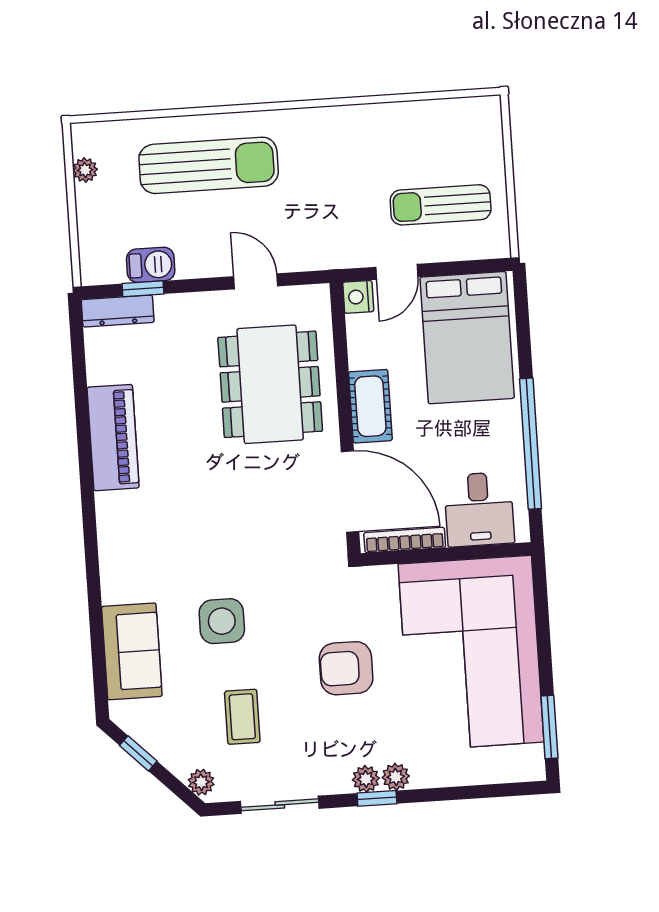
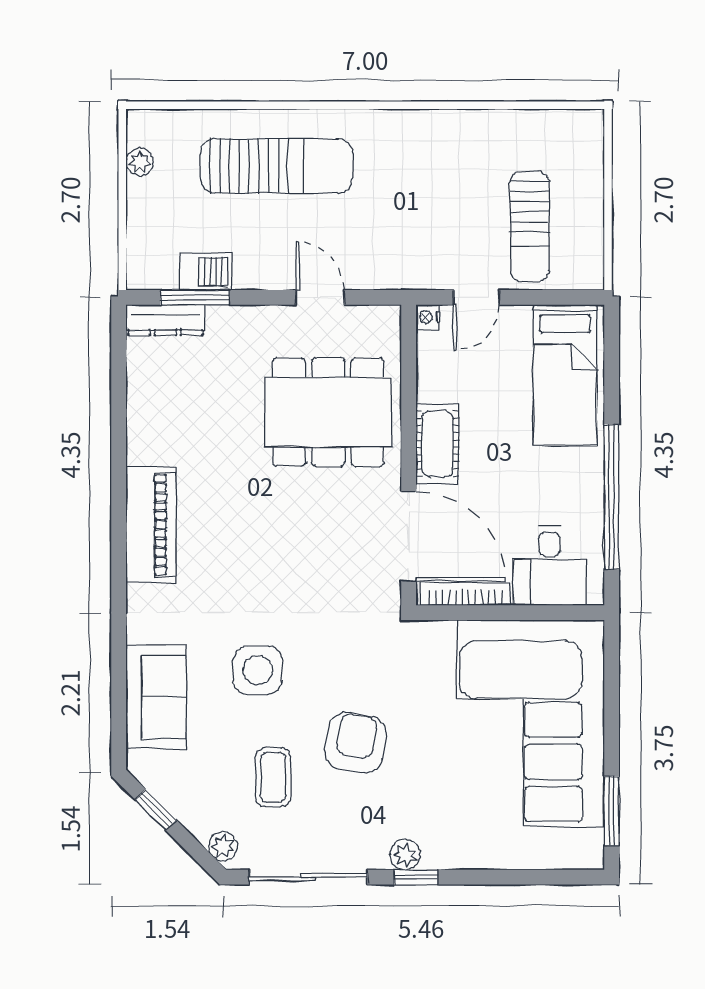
sun lounger: (441, 205) -> (530, 227), turned -90
window: (143, 289) -> (195, 297), width x1.50
nightstand: (358, 297) -> (428, 317), width x0.72, depth x0.74
bed: (467, 338) -> (565, 375), width x0.67
dining table: (270, 384) -> (328, 412), turned 90
piano: (113, 438) -> (151, 525), moved
armchair: (346, 668) -> (355, 743), moved, turned 100
plant: (396, 777) -> (438, 855), removed
sliding door: (280, 805) -> (308, 877), width x1.37

